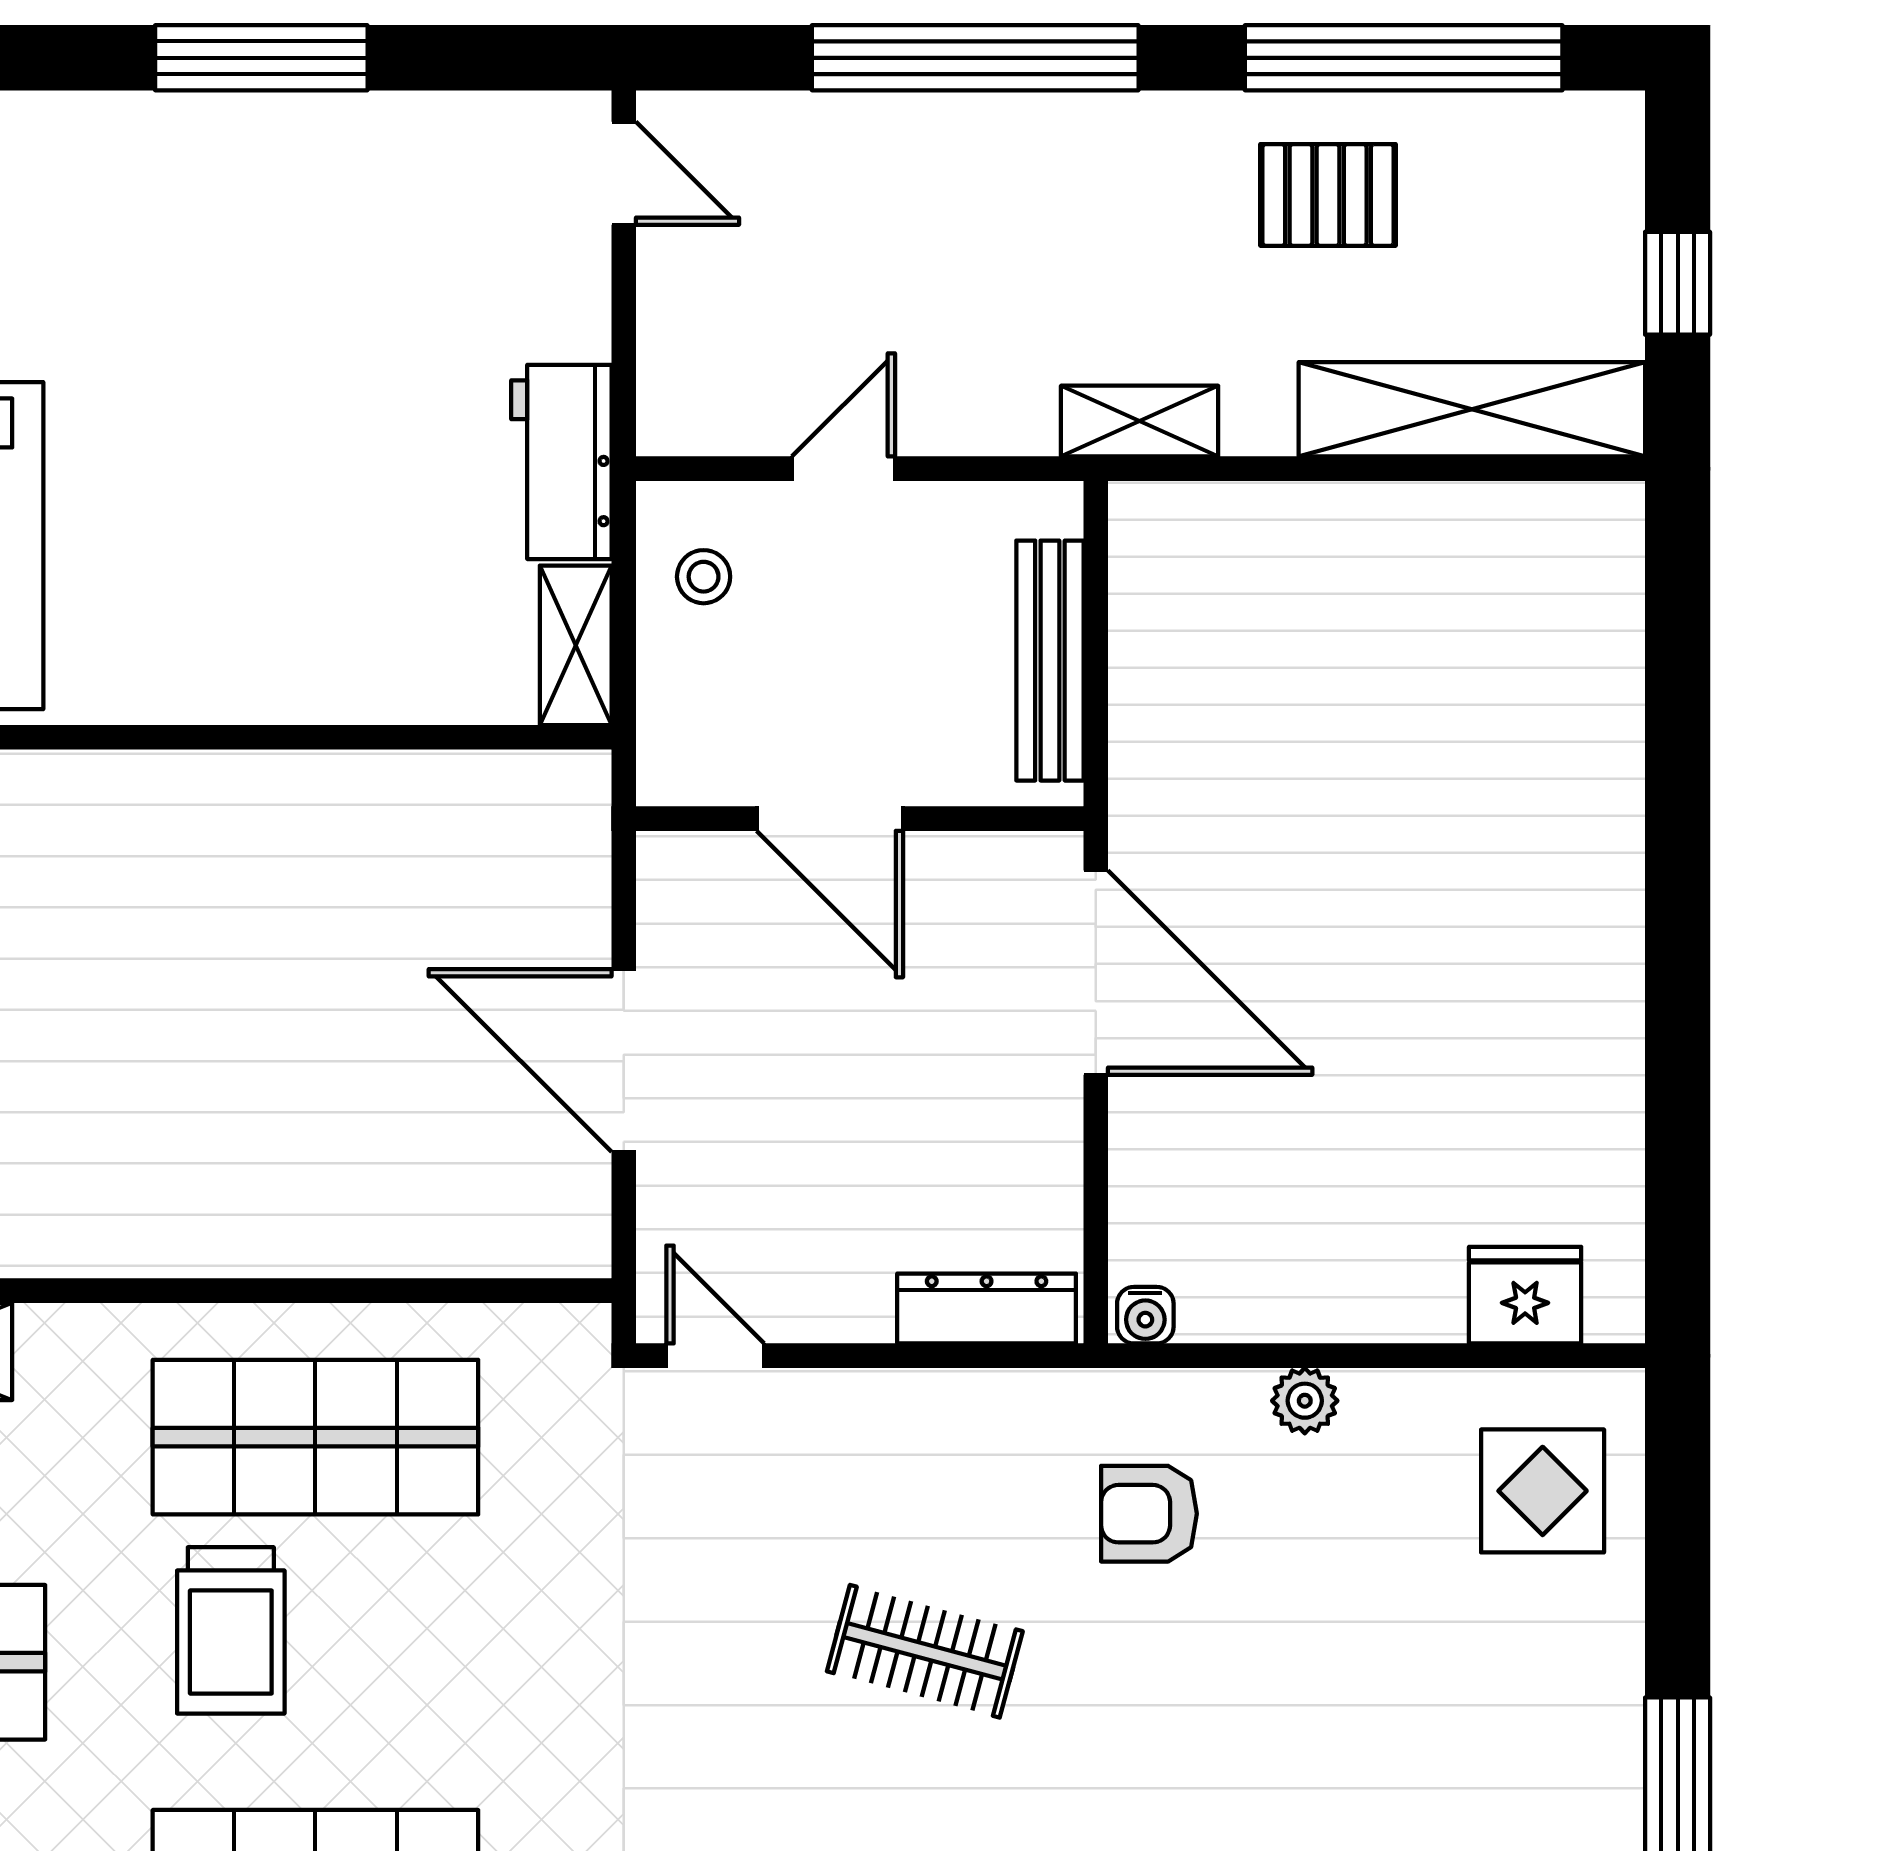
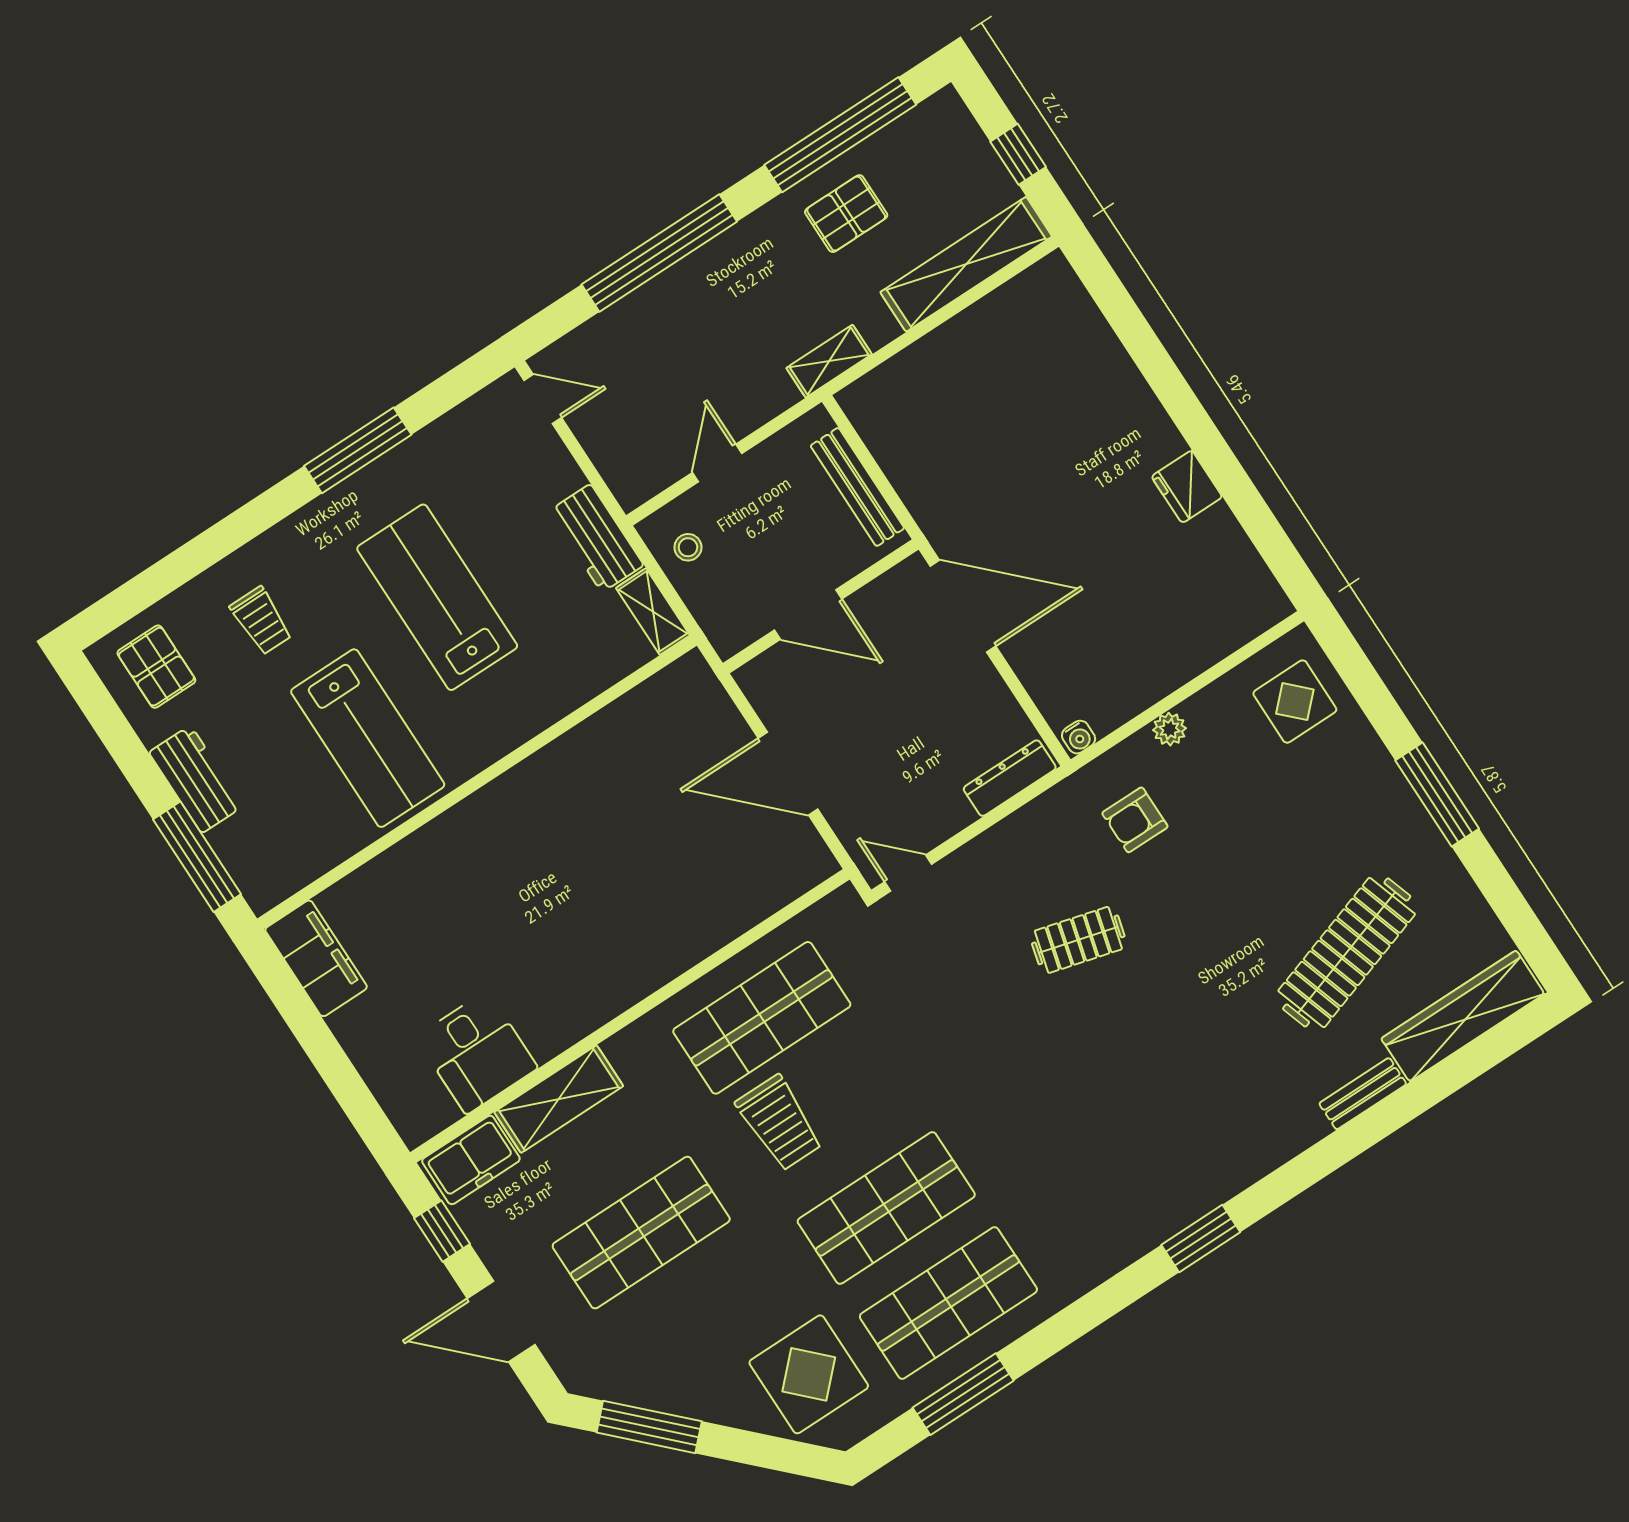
lab bench: (234, 387) -> (437, 597), added
fridge: (1525, 1295) -> (1187, 487), moved, turned -90

